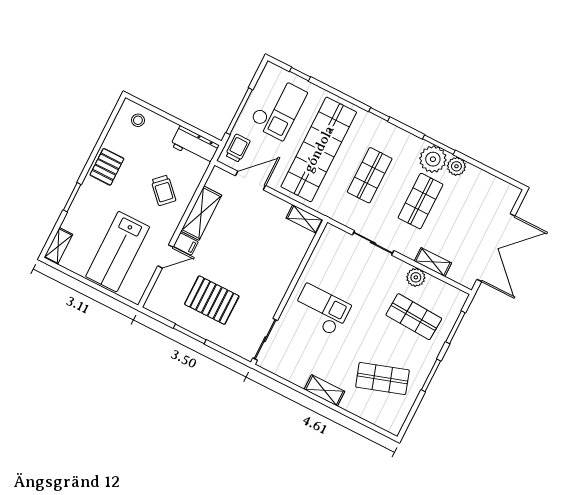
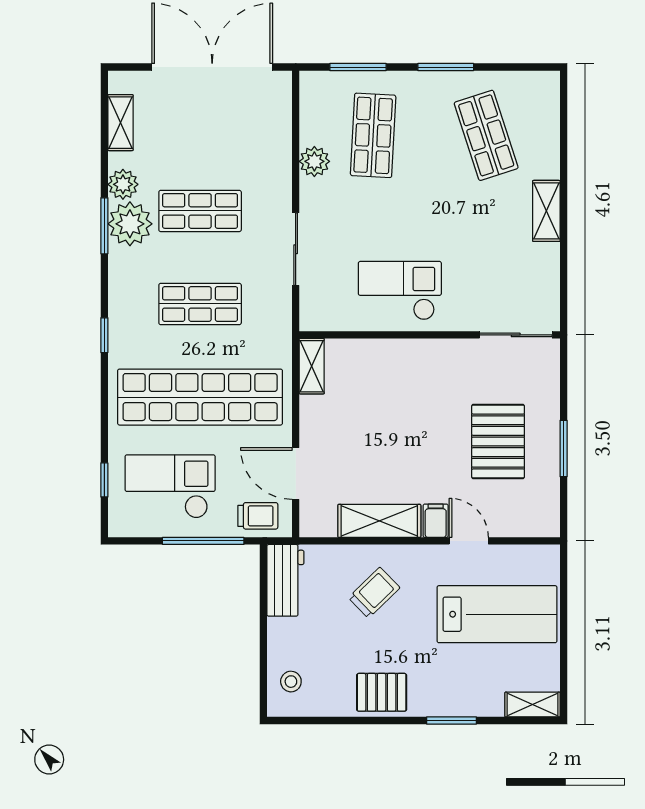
trolley: (238, 148) -> (258, 516), turned 180
shelving: (433, 262) -> (120, 123), moved
checkout: (321, 310) -> (400, 291), moved, turned 90

